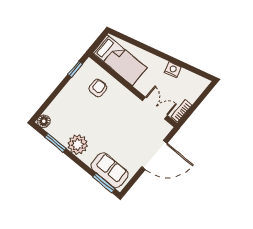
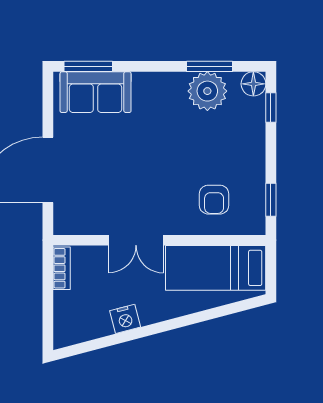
window: (45, 106) -> (271, 108), added
double door: (155, 108) -> (136, 240), moved
plant: (78, 145) -> (207, 91), moved

